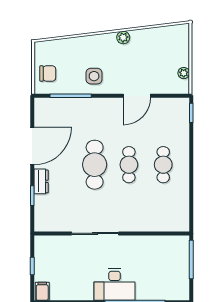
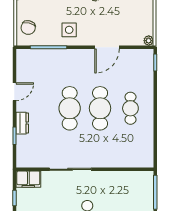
chair: (48, 73) -> (28, 28), turned 104
plant: (184, 73) -> (149, 41), moved
door: (32, 146) -> (14, 92), width x0.53
cafe table: (129, 165) -> (100, 108), width x1.37, depth x1.35
filing cabinet: (48, 245) -> (28, 179), added

